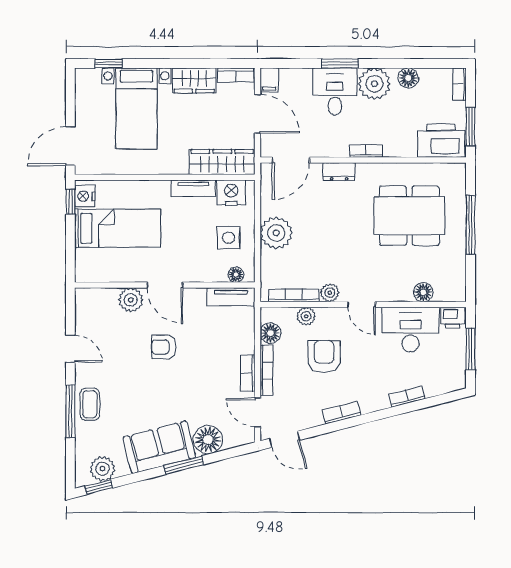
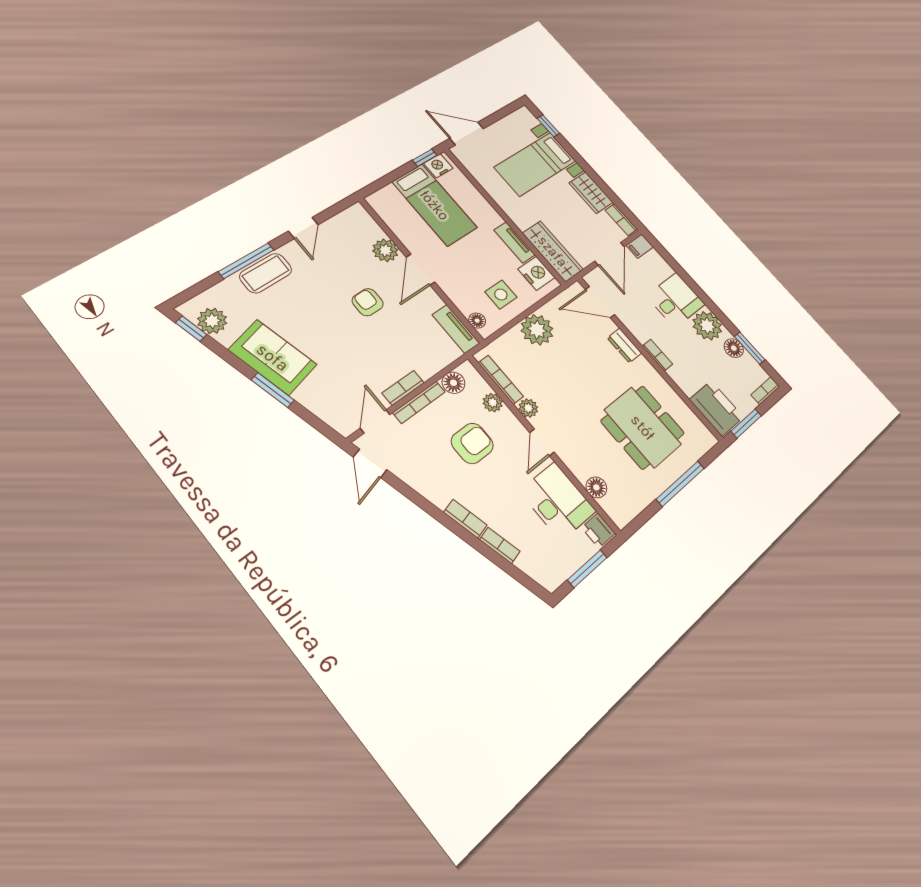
window: (340, 63) -> (750, 348), moved
coffee table: (90, 404) -> (266, 273), width x1.36, depth x1.30
bookcase: (342, 413) -> (465, 519), moved
floor lamp: (208, 440) -> (315, 395), removed

